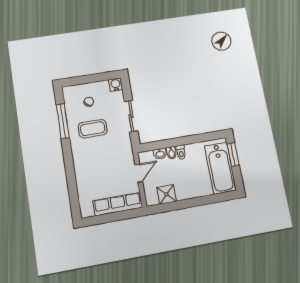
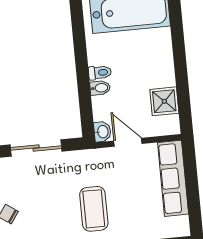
coffee table: (93, 129) -> (94, 209), moved
washbasin: (160, 154) -> (102, 132), moved

